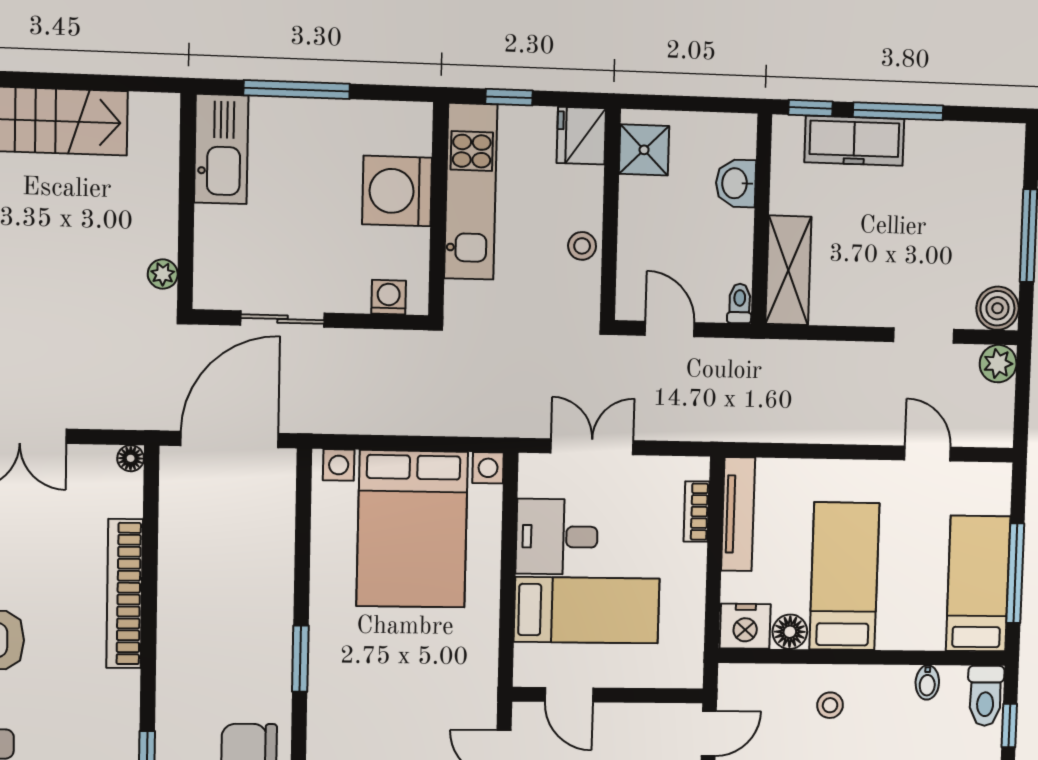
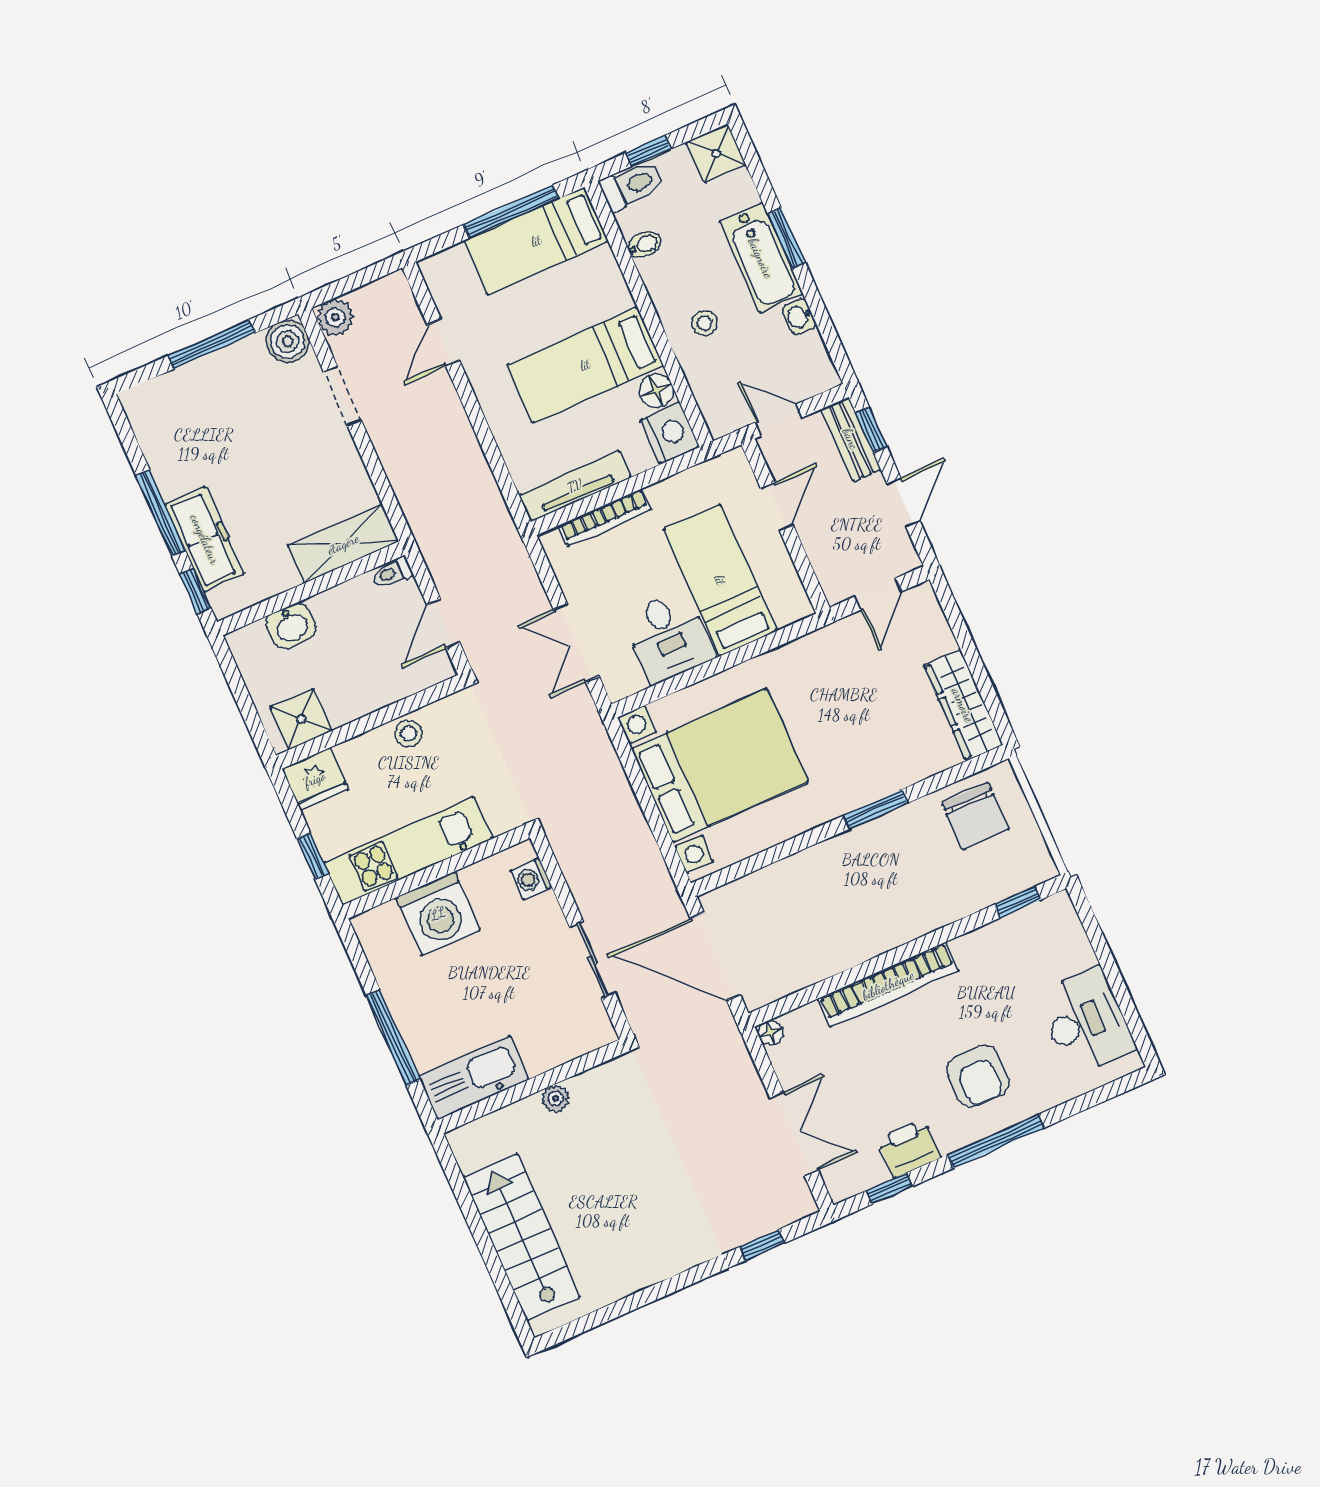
plant: (163, 274) -> (555, 1098), moved
bookcase: (696, 512) -> (605, 518), width x1.56
door: (569, 695) -> (777, 507), moved

